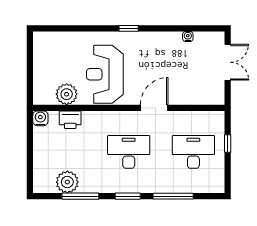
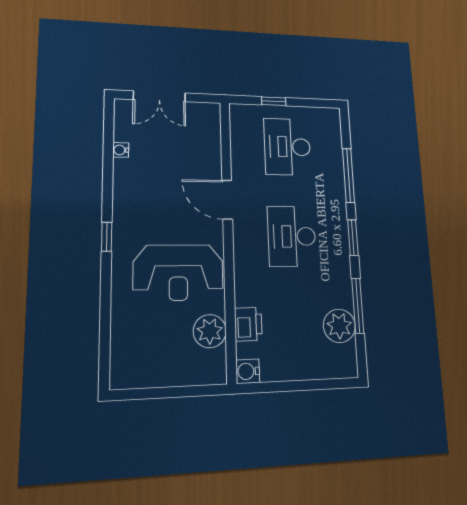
double door: (228, 62) -> (159, 96), swing flipped

